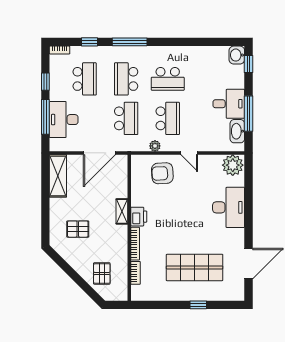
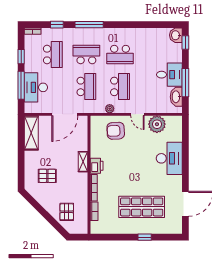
school desk: (126, 79) -> (86, 55), turned 90
plant: (233, 165) -> (157, 124), moved

